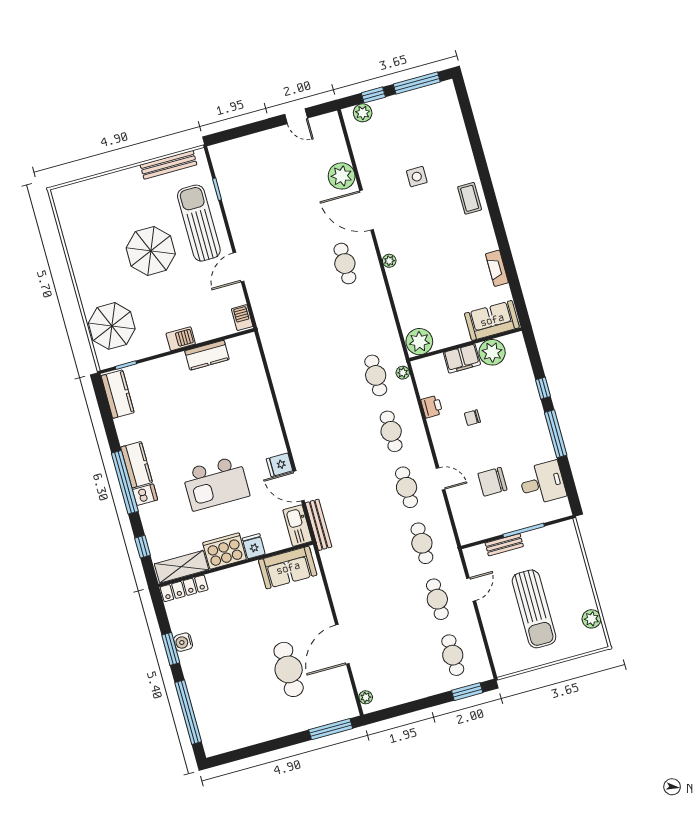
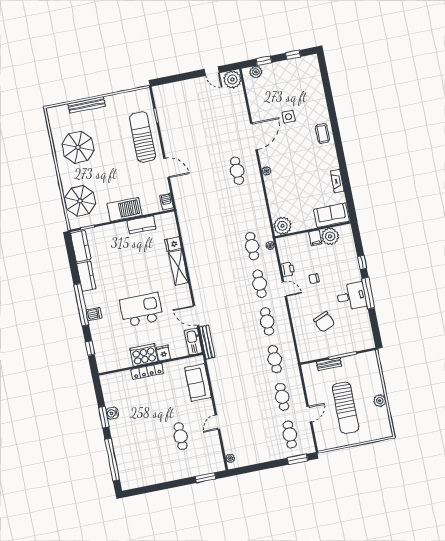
window: (417, 83) -> (293, 55), width x0.46
bench: (169, 165) -> (87, 105), moved
plant: (342, 176) -> (232, 79), moved
door: (367, 210) -> (254, 136), swing flipped
parasol: (151, 251) -> (78, 147), moved
door: (238, 267) -> (167, 168), swing flipped
barbecue: (181, 339) -> (124, 209), width x1.88, depth x1.53
filing cabinet: (462, 358) -> (315, 238), width x0.50
kitchen counter: (137, 465) -> (86, 276), moved
fridge: (279, 465) -> (173, 244), moved
door: (441, 479) -> (284, 289), moved
chair: (492, 482) -> (324, 322), turned -112
kitchen island: (216, 483) -> (141, 310), turned 180
desk: (542, 483) -> (351, 296), moved
shelving: (181, 567) -> (178, 267), moved, turned 90
sofa: (288, 568) -> (198, 383), moved, turned 90
locker: (184, 588) -> (147, 371), moved
door: (471, 590) -> (309, 414), moved
plant: (591, 619) -> (380, 401), moved
door: (342, 644) -> (217, 422), width x0.53
cafe table: (289, 669) -> (181, 436), width x0.73, depth x0.74
window: (331, 729) -> (206, 478), width x0.69

